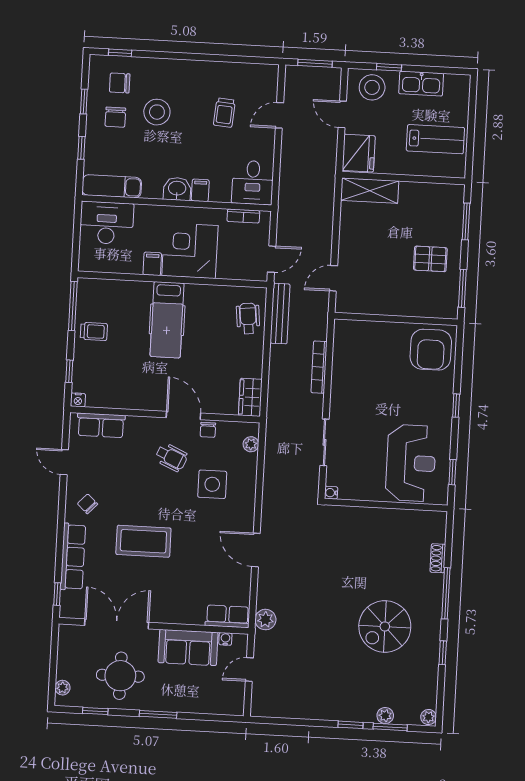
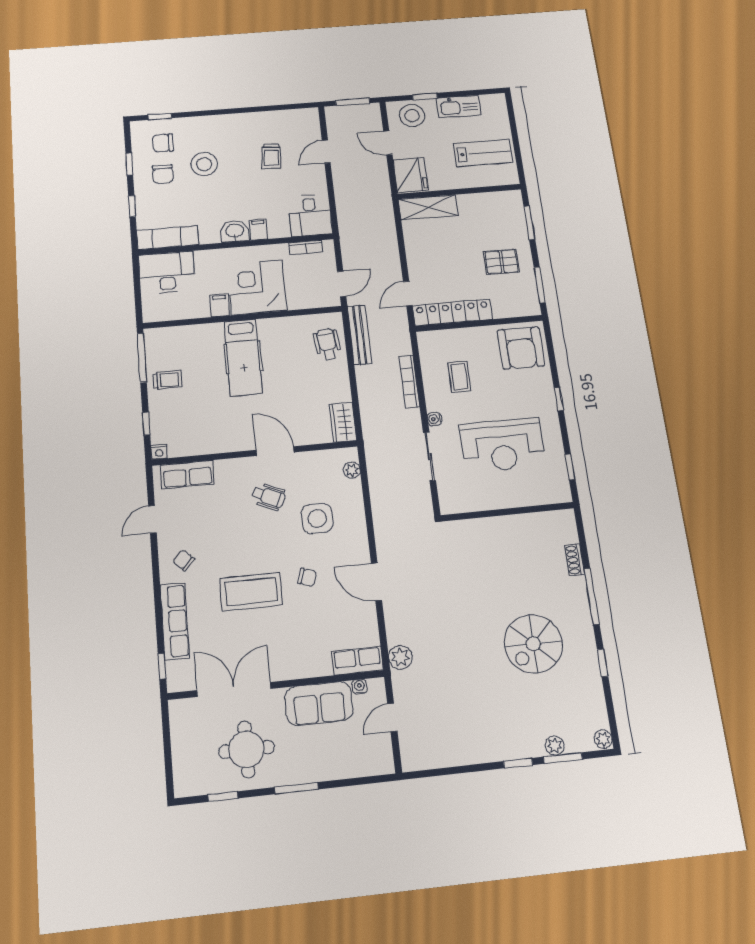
locker: (373, 304) -> (453, 312), added
coffee table: (367, 369) -> (459, 377), added
chair: (208, 430) -> (307, 577), moved, turned -71
door: (64, 462) -> (152, 519), hinge flipped
reception desk: (411, 463) -> (502, 445), moved, turned 90
water cooler: (331, 493) -> (434, 419), moved
plant: (63, 688) -> (181, 775), removed

